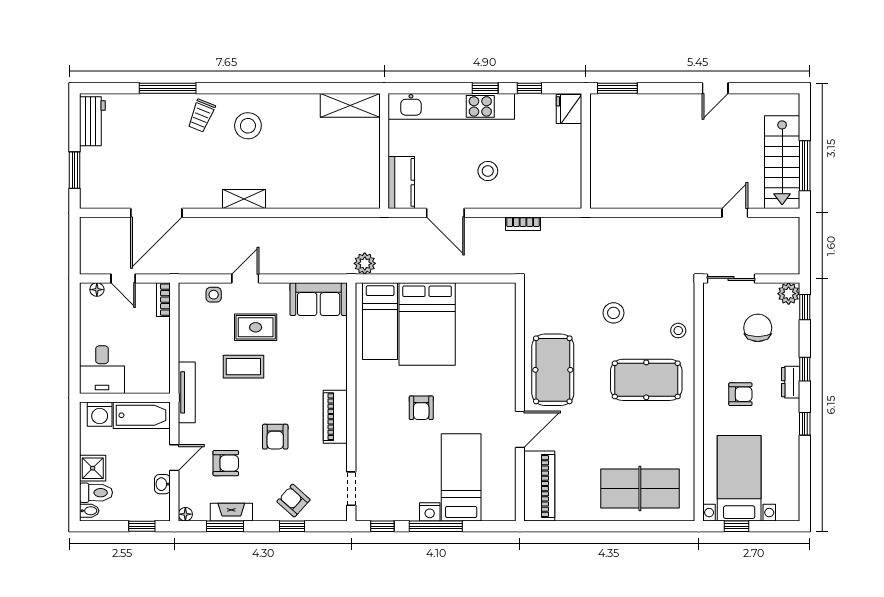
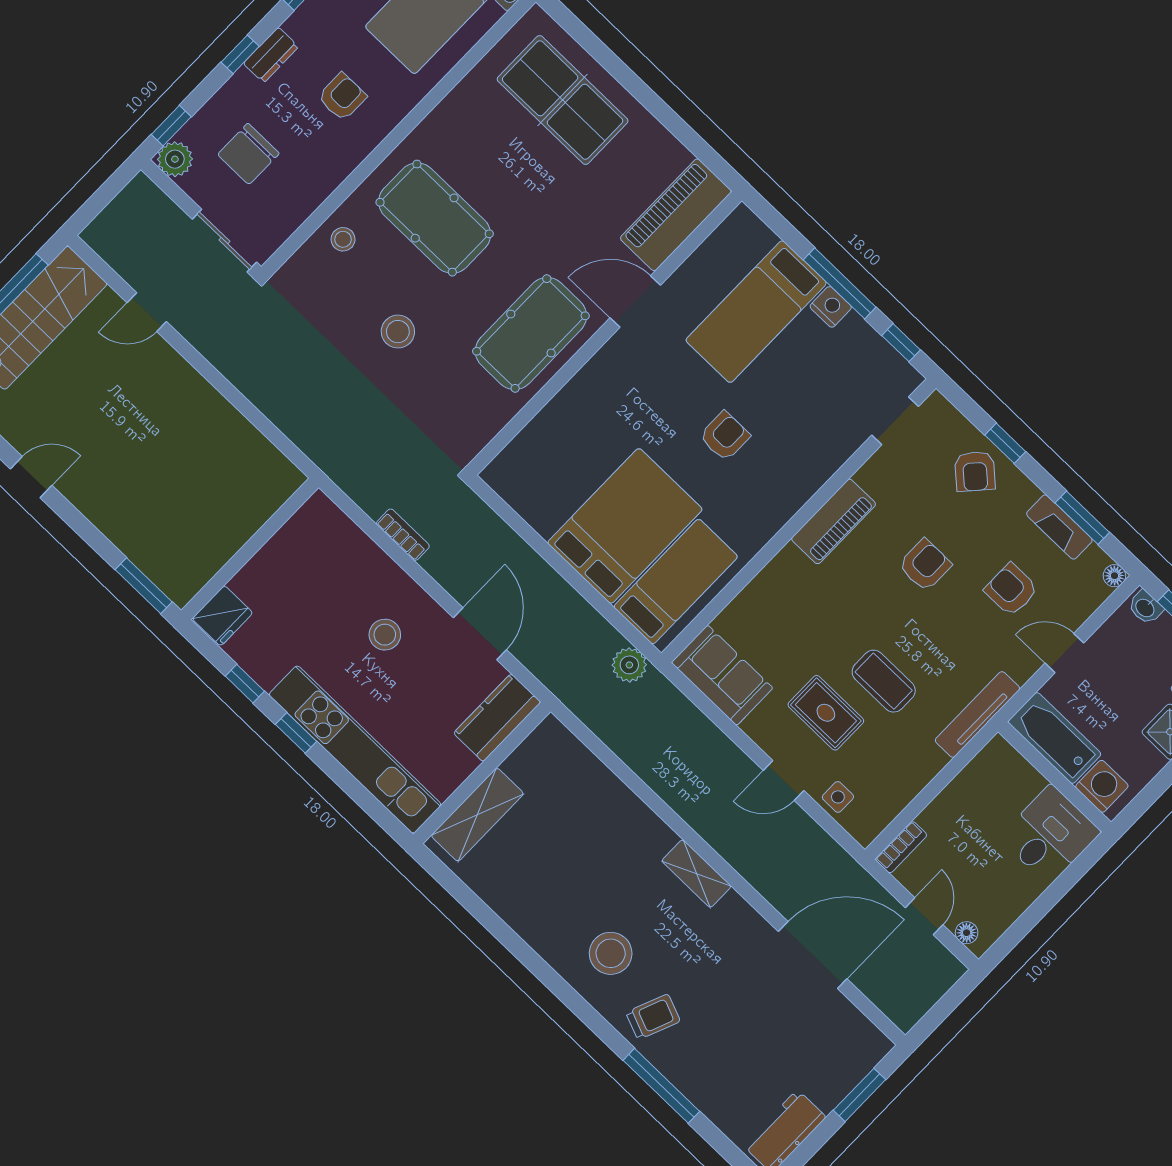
shelving: (350, 105) -> (477, 815), moved, turned 90
armchair: (740, 394) -> (342, 97), turned 90
washbasin: (162, 484) -> (1145, 607), moved, turned 90

